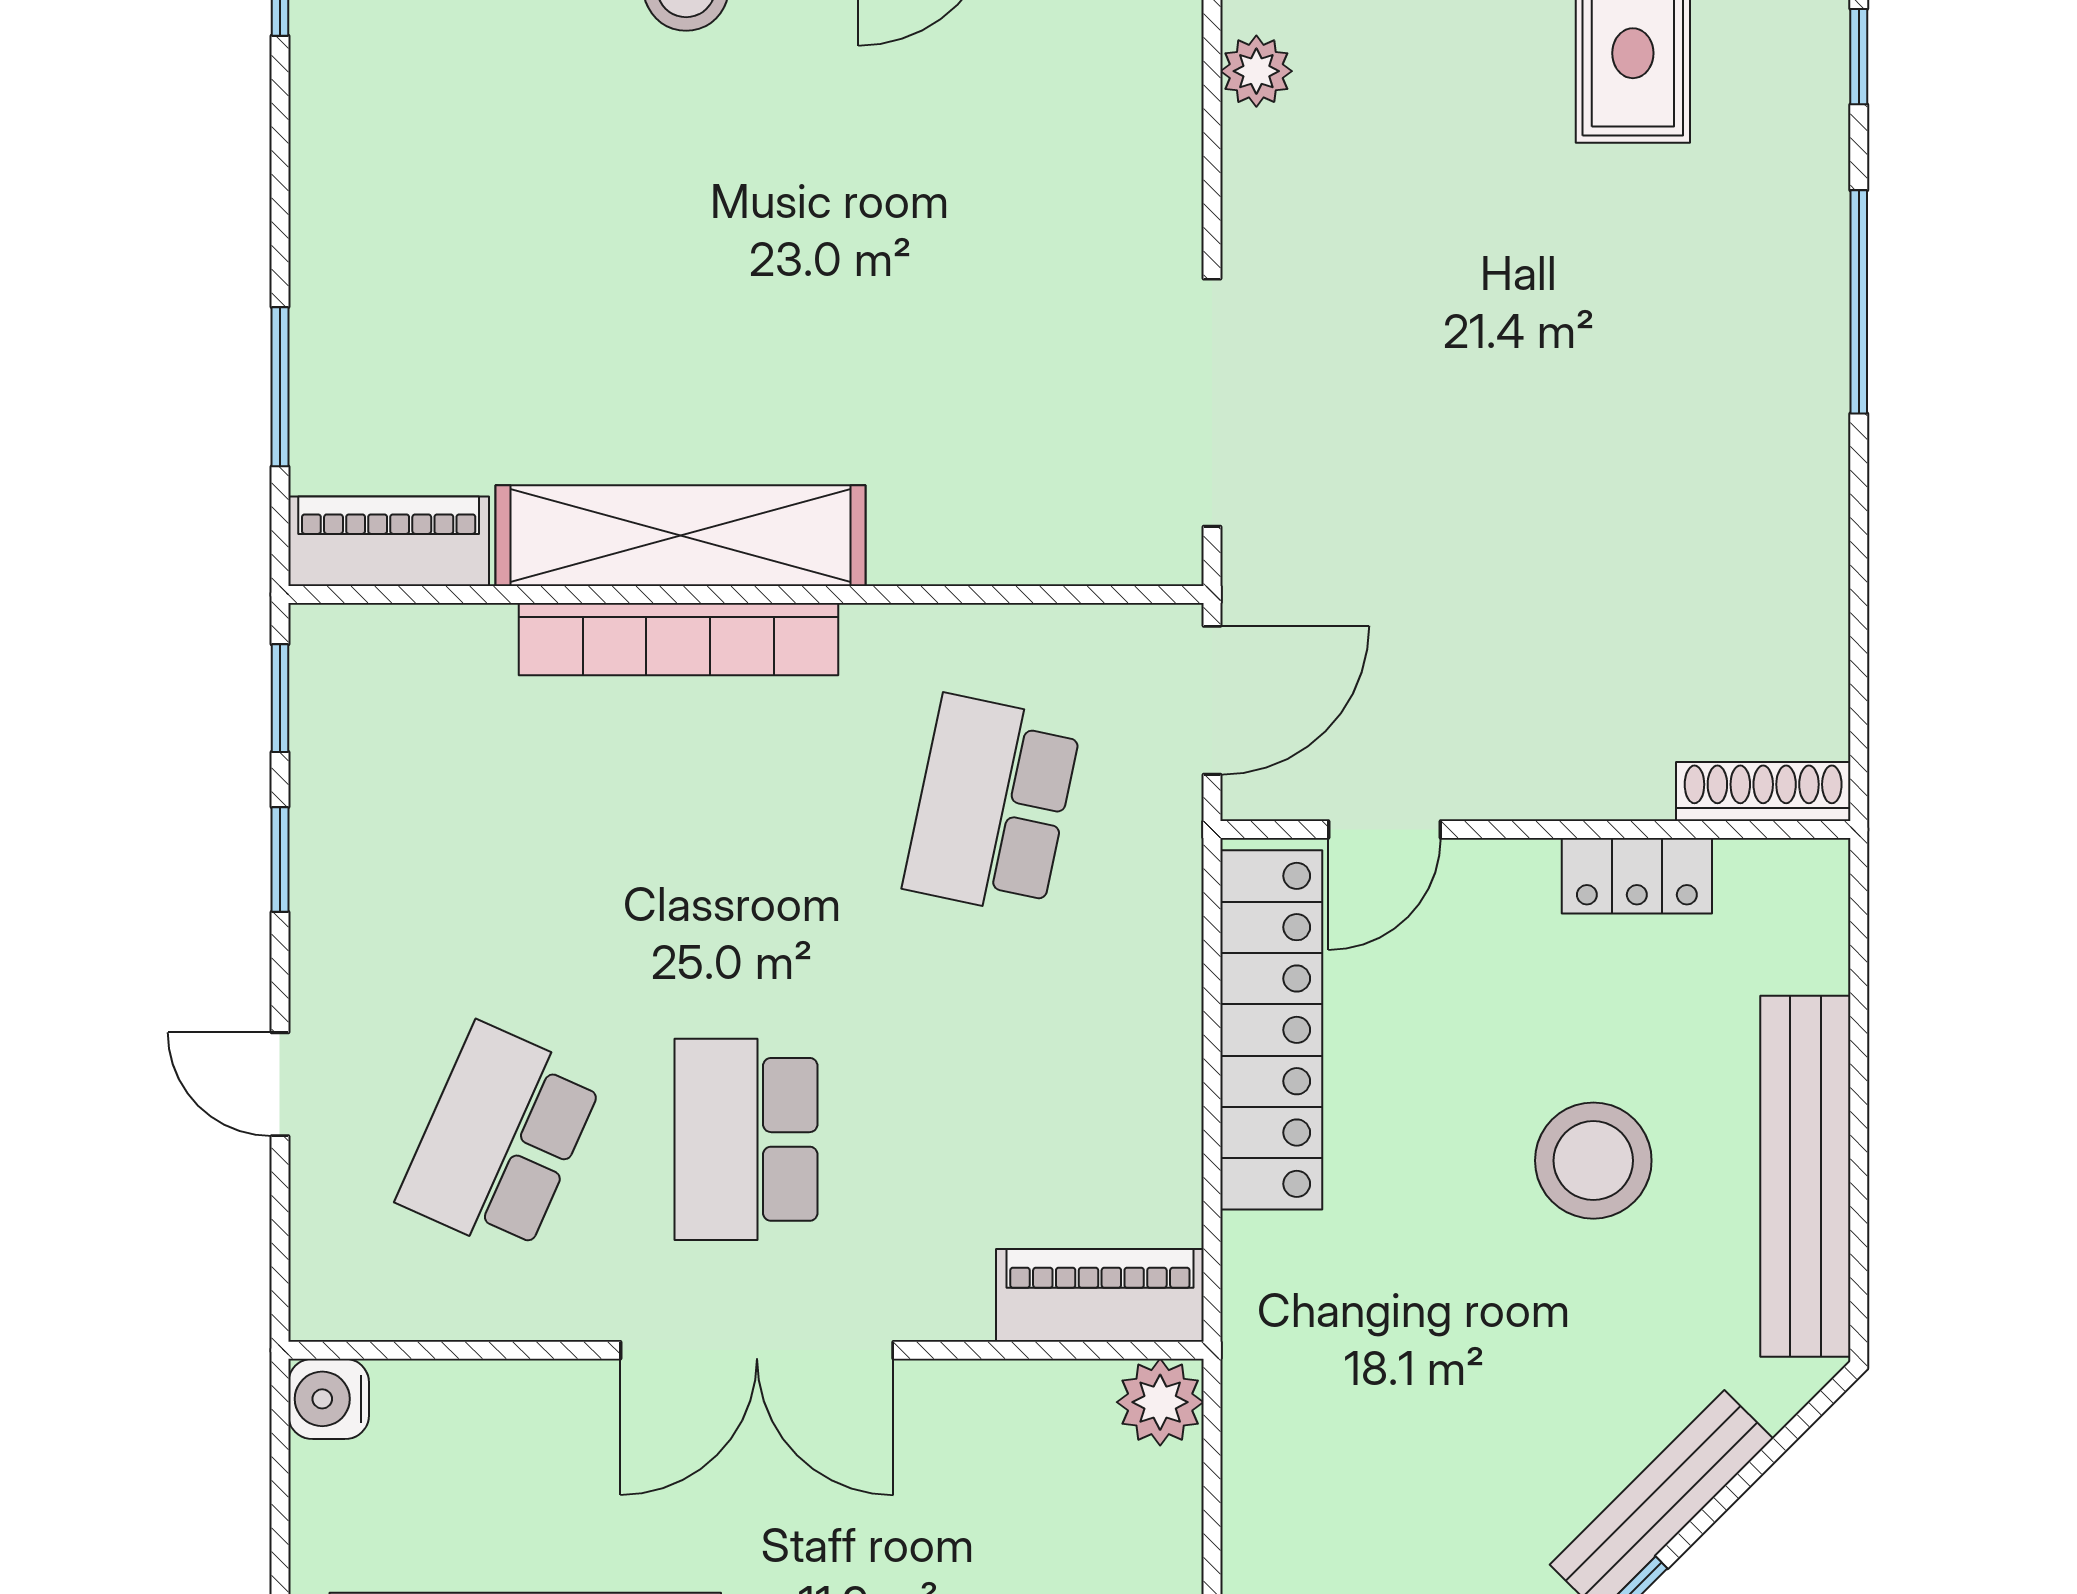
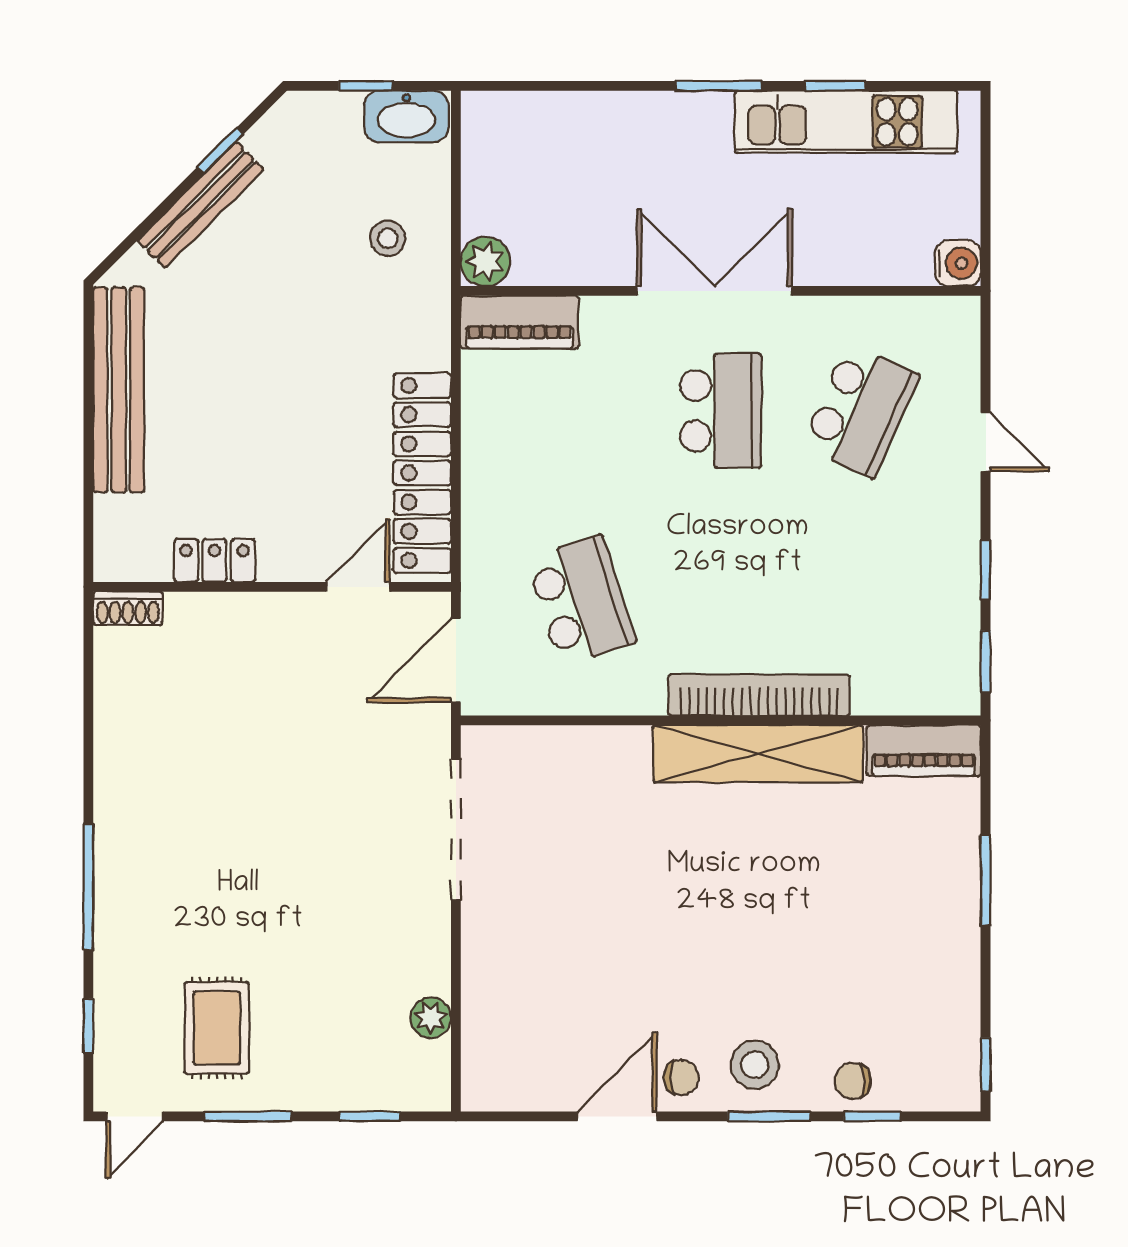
window: (280, 387) -> (986, 880), moved
shoe rack: (1763, 792) -> (128, 608), width x0.70
school desk: (992, 805) -> (581, 601), turned -30
stool: (1593, 1161) -> (387, 238), moved, width x0.53, depth x0.53

